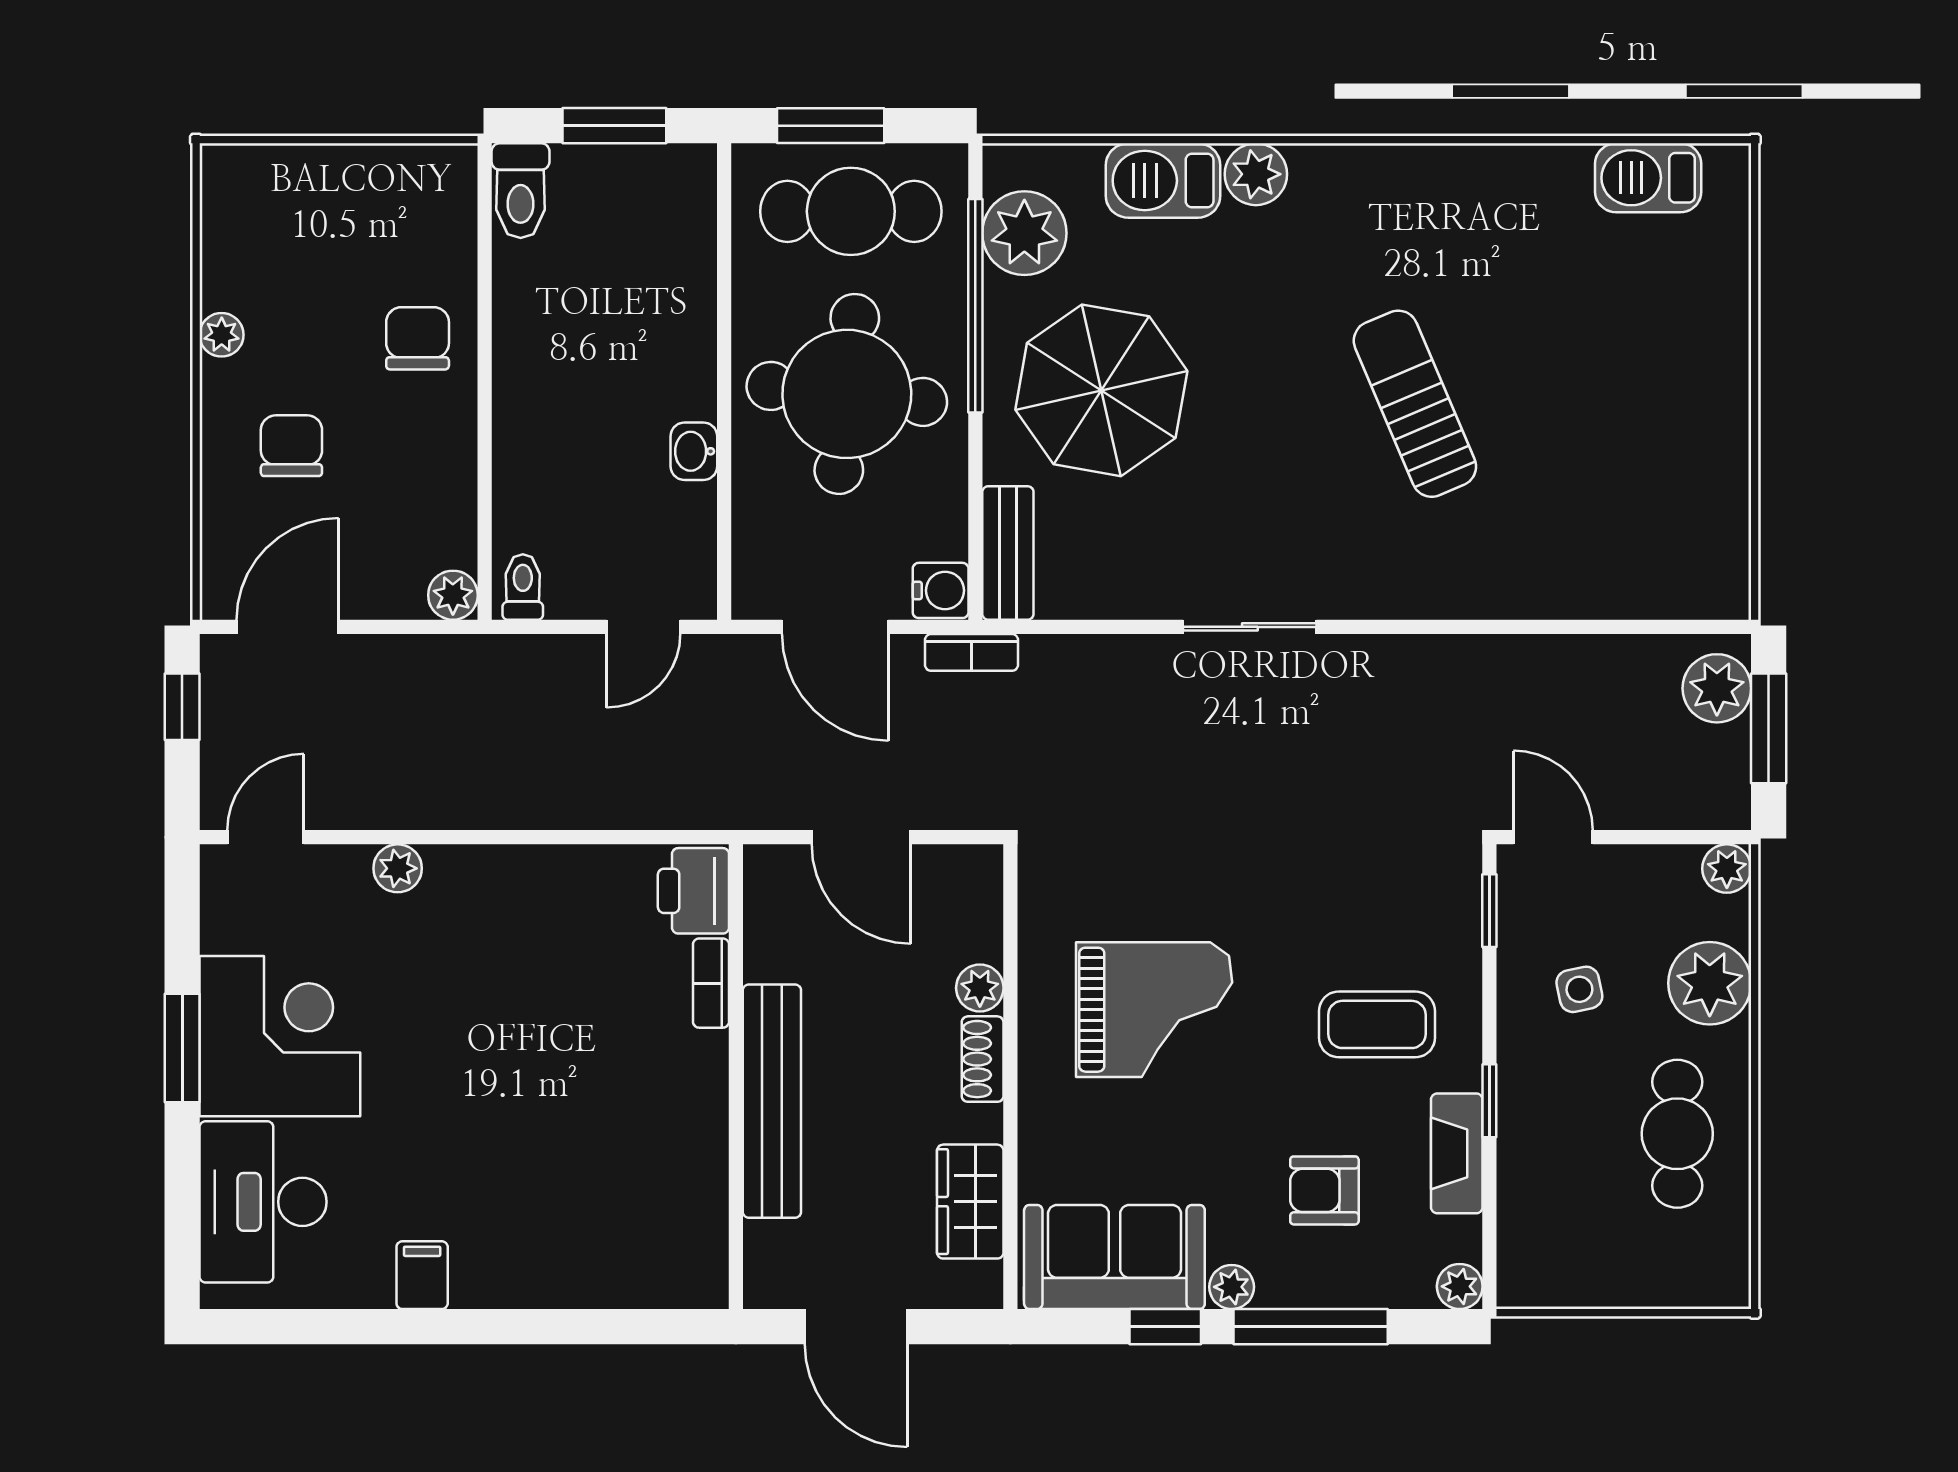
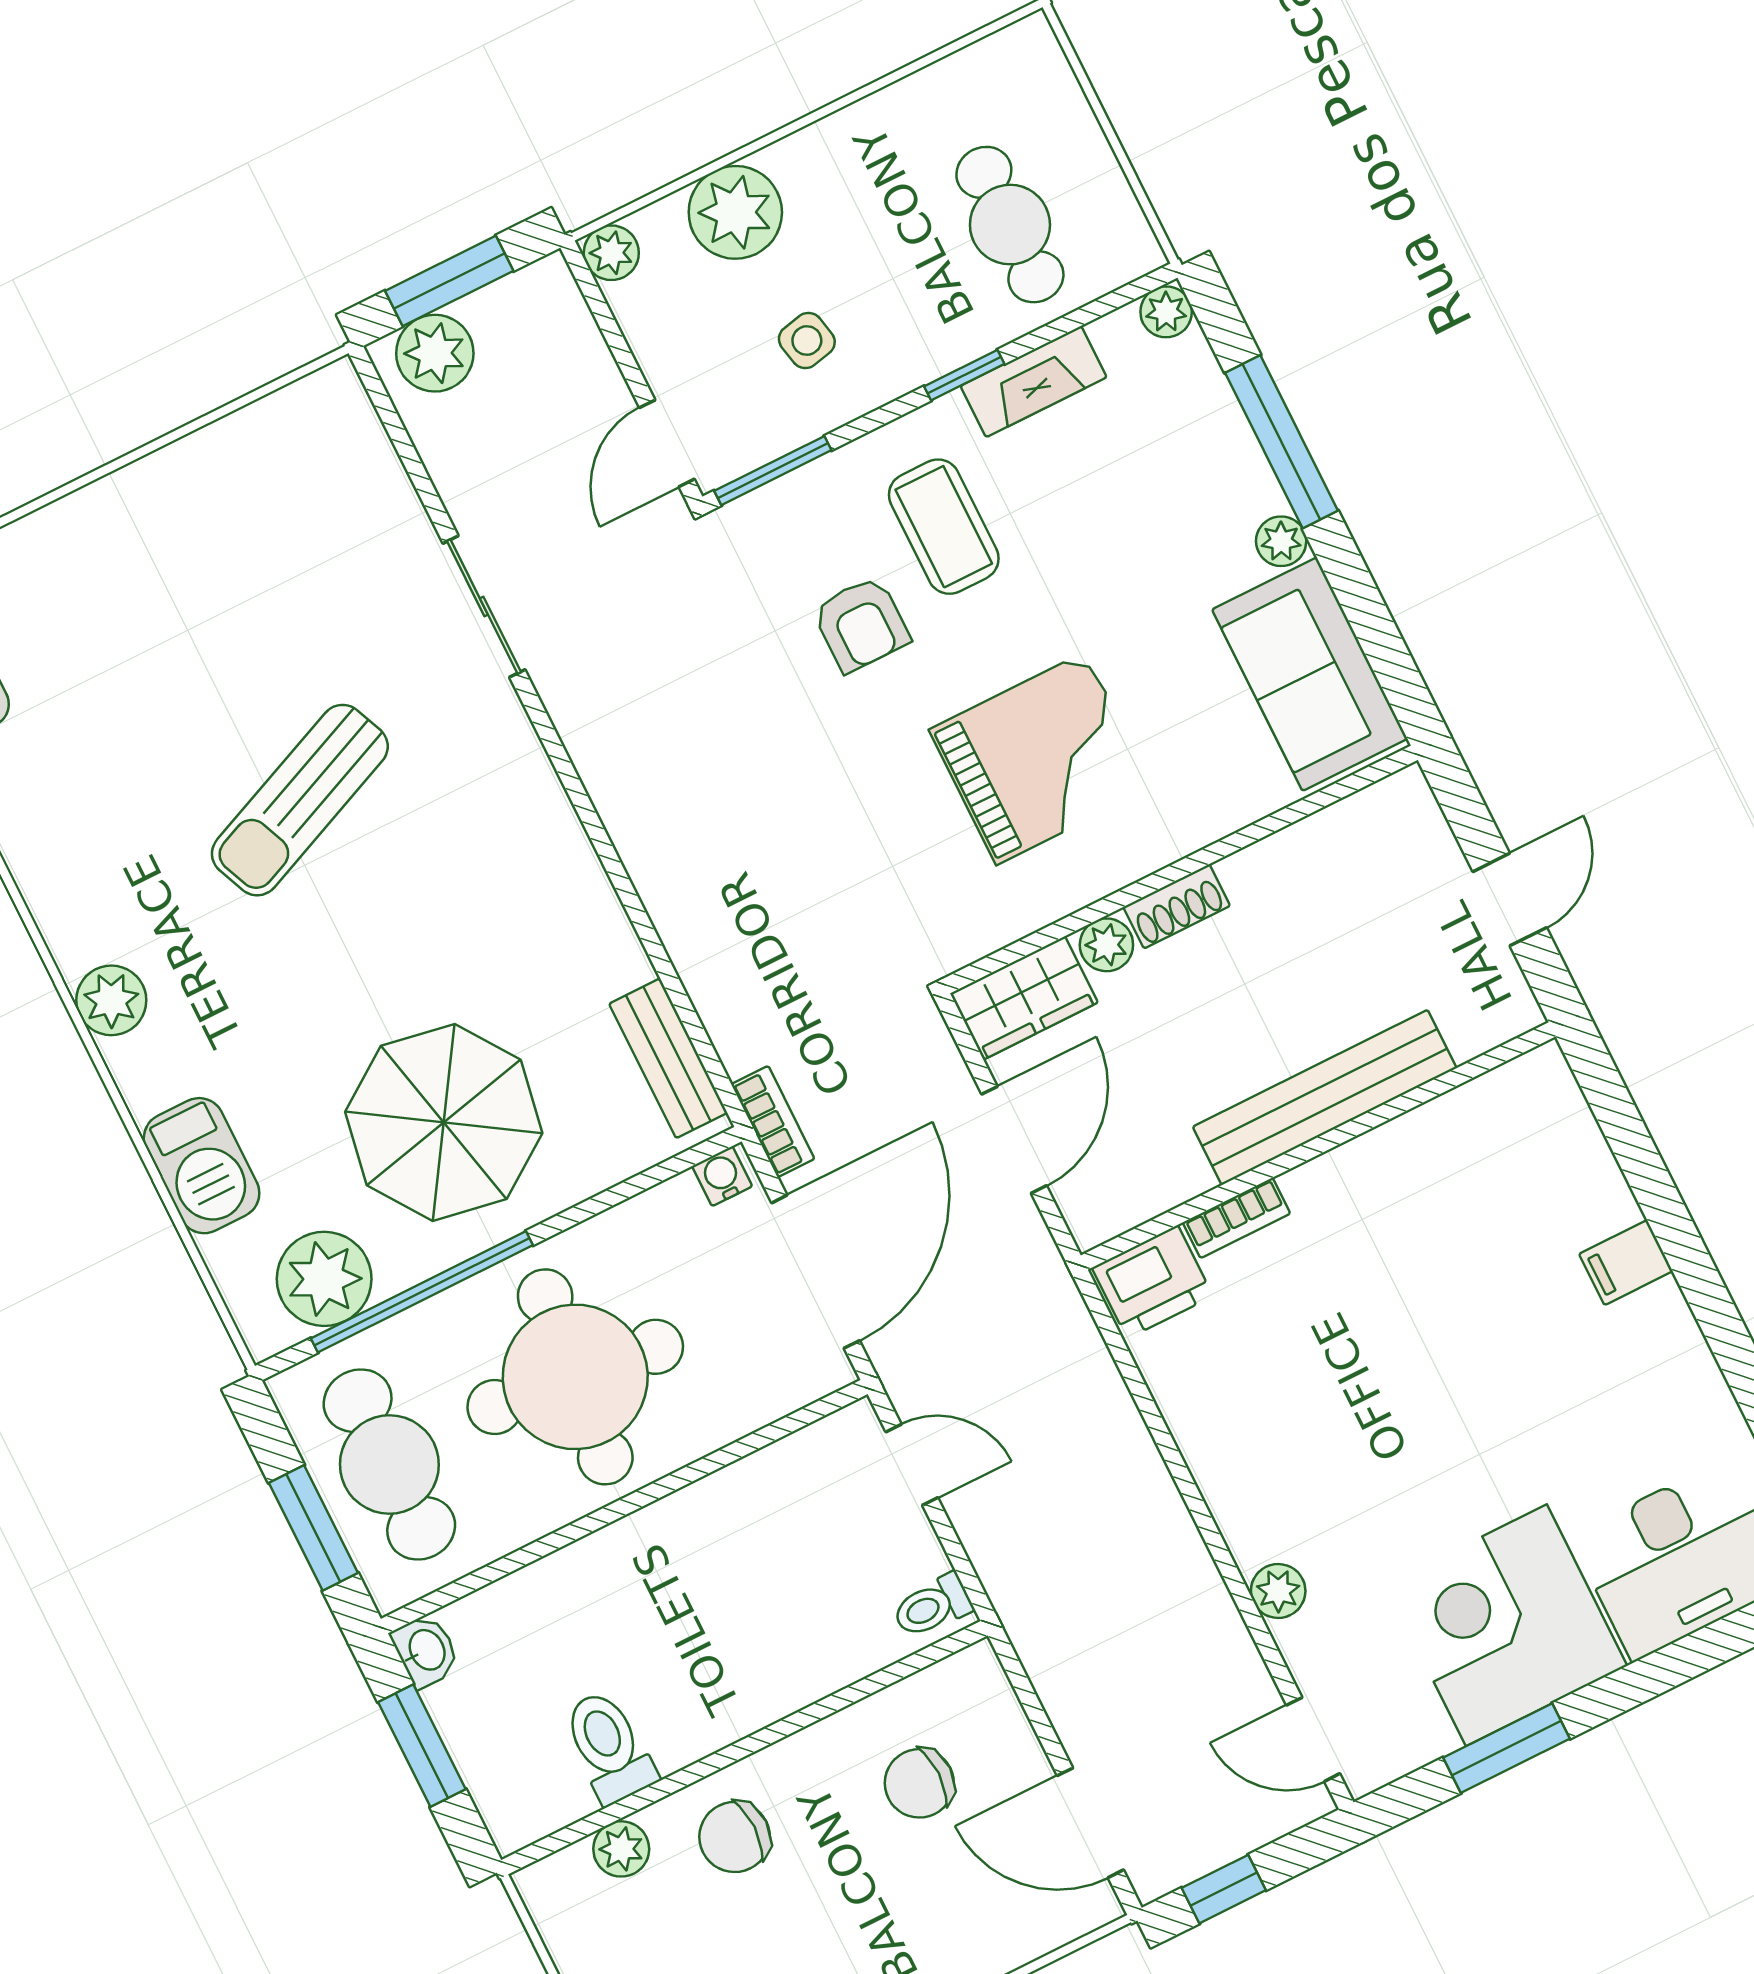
plant: (1256, 174) -> (111, 1000), moved
toilet: (521, 191) -> (609, 1747), moved, turned -90
chair: (291, 446) -> (919, 1783), moved
washbasin: (694, 451) -> (426, 1651), moved, turned -90
bench: (1008, 553) -> (668, 1058), moved, turned 90
water cooler: (941, 590) -> (722, 1176), width x0.72, depth x0.72
plant: (453, 595) -> (621, 1849), moved
door: (835, 627) -> (816, 1272), width x1.36
sliding door: (1250, 627) -> (484, 607), moved
window: (1489, 911) -> (773, 471), width x1.50
grand piano: (1154, 1010) -> (1041, 758), turned 90
window: (182, 1048) -> (1506, 1748), moved
cafe table: (1677, 1134) -> (1010, 225), moved, turned 90
armchair: (1324, 1190) -> (861, 624), moved
wardrobe: (970, 1202) -> (1024, 998), moved
filing cabinet: (422, 1275) -> (1626, 1263), moved
door: (856, 1327) -> (1510, 900), width x0.73
window: (1165, 1327) -> (1354, 588), removed

